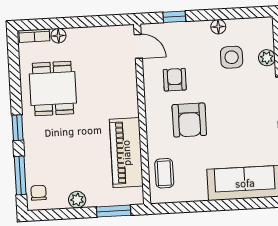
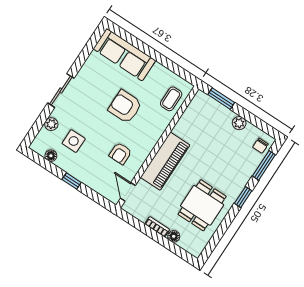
window: (174, 17) -> (72, 181), moved
floor lamp: (218, 27) -> (51, 156), moved
bookcase: (34, 36) -> (157, 227), moved
armchair: (189, 120) -> (125, 107), moved, turned -90
piano: (126, 153) -> (165, 161), moved

